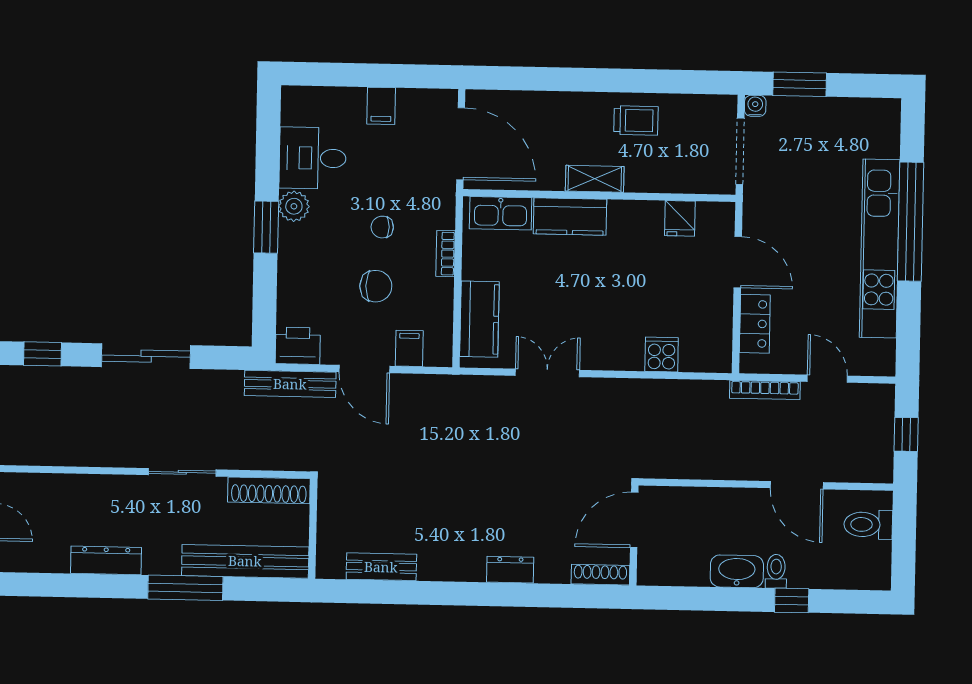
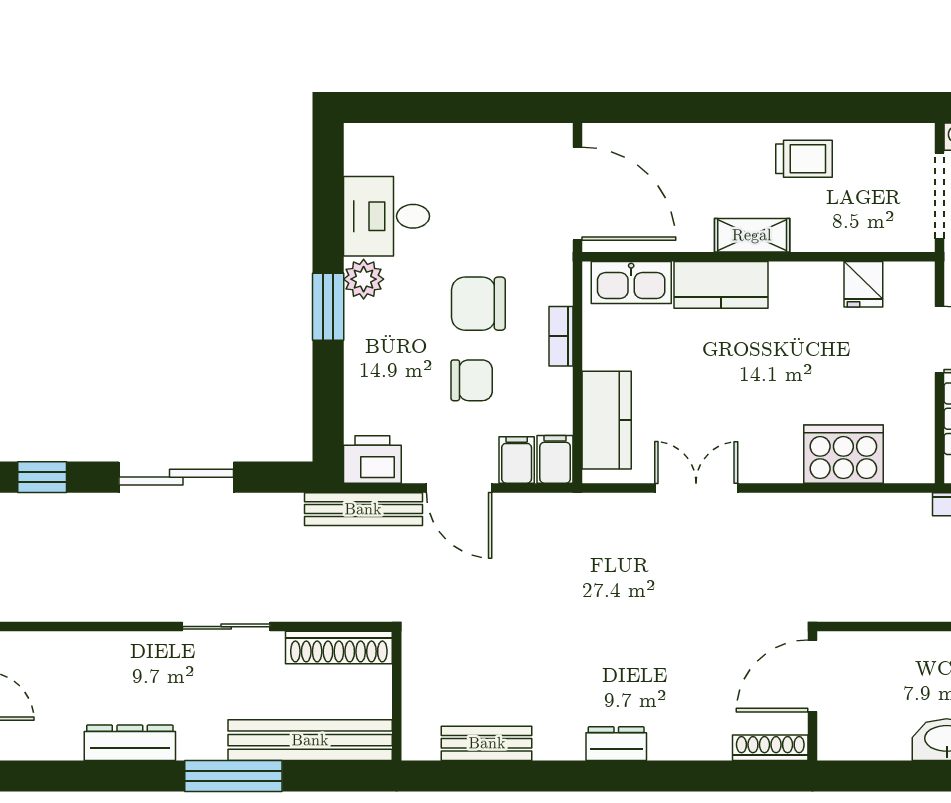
filing cabinet: (381, 106) -> (555, 459), moved, turned 180
chair: (382, 227) -> (478, 304), width x1.87, depth x1.87
cooker: (662, 354) -> (843, 454), width x1.87, depth x1.31
dresser: (510, 570) -> (616, 744), moved

